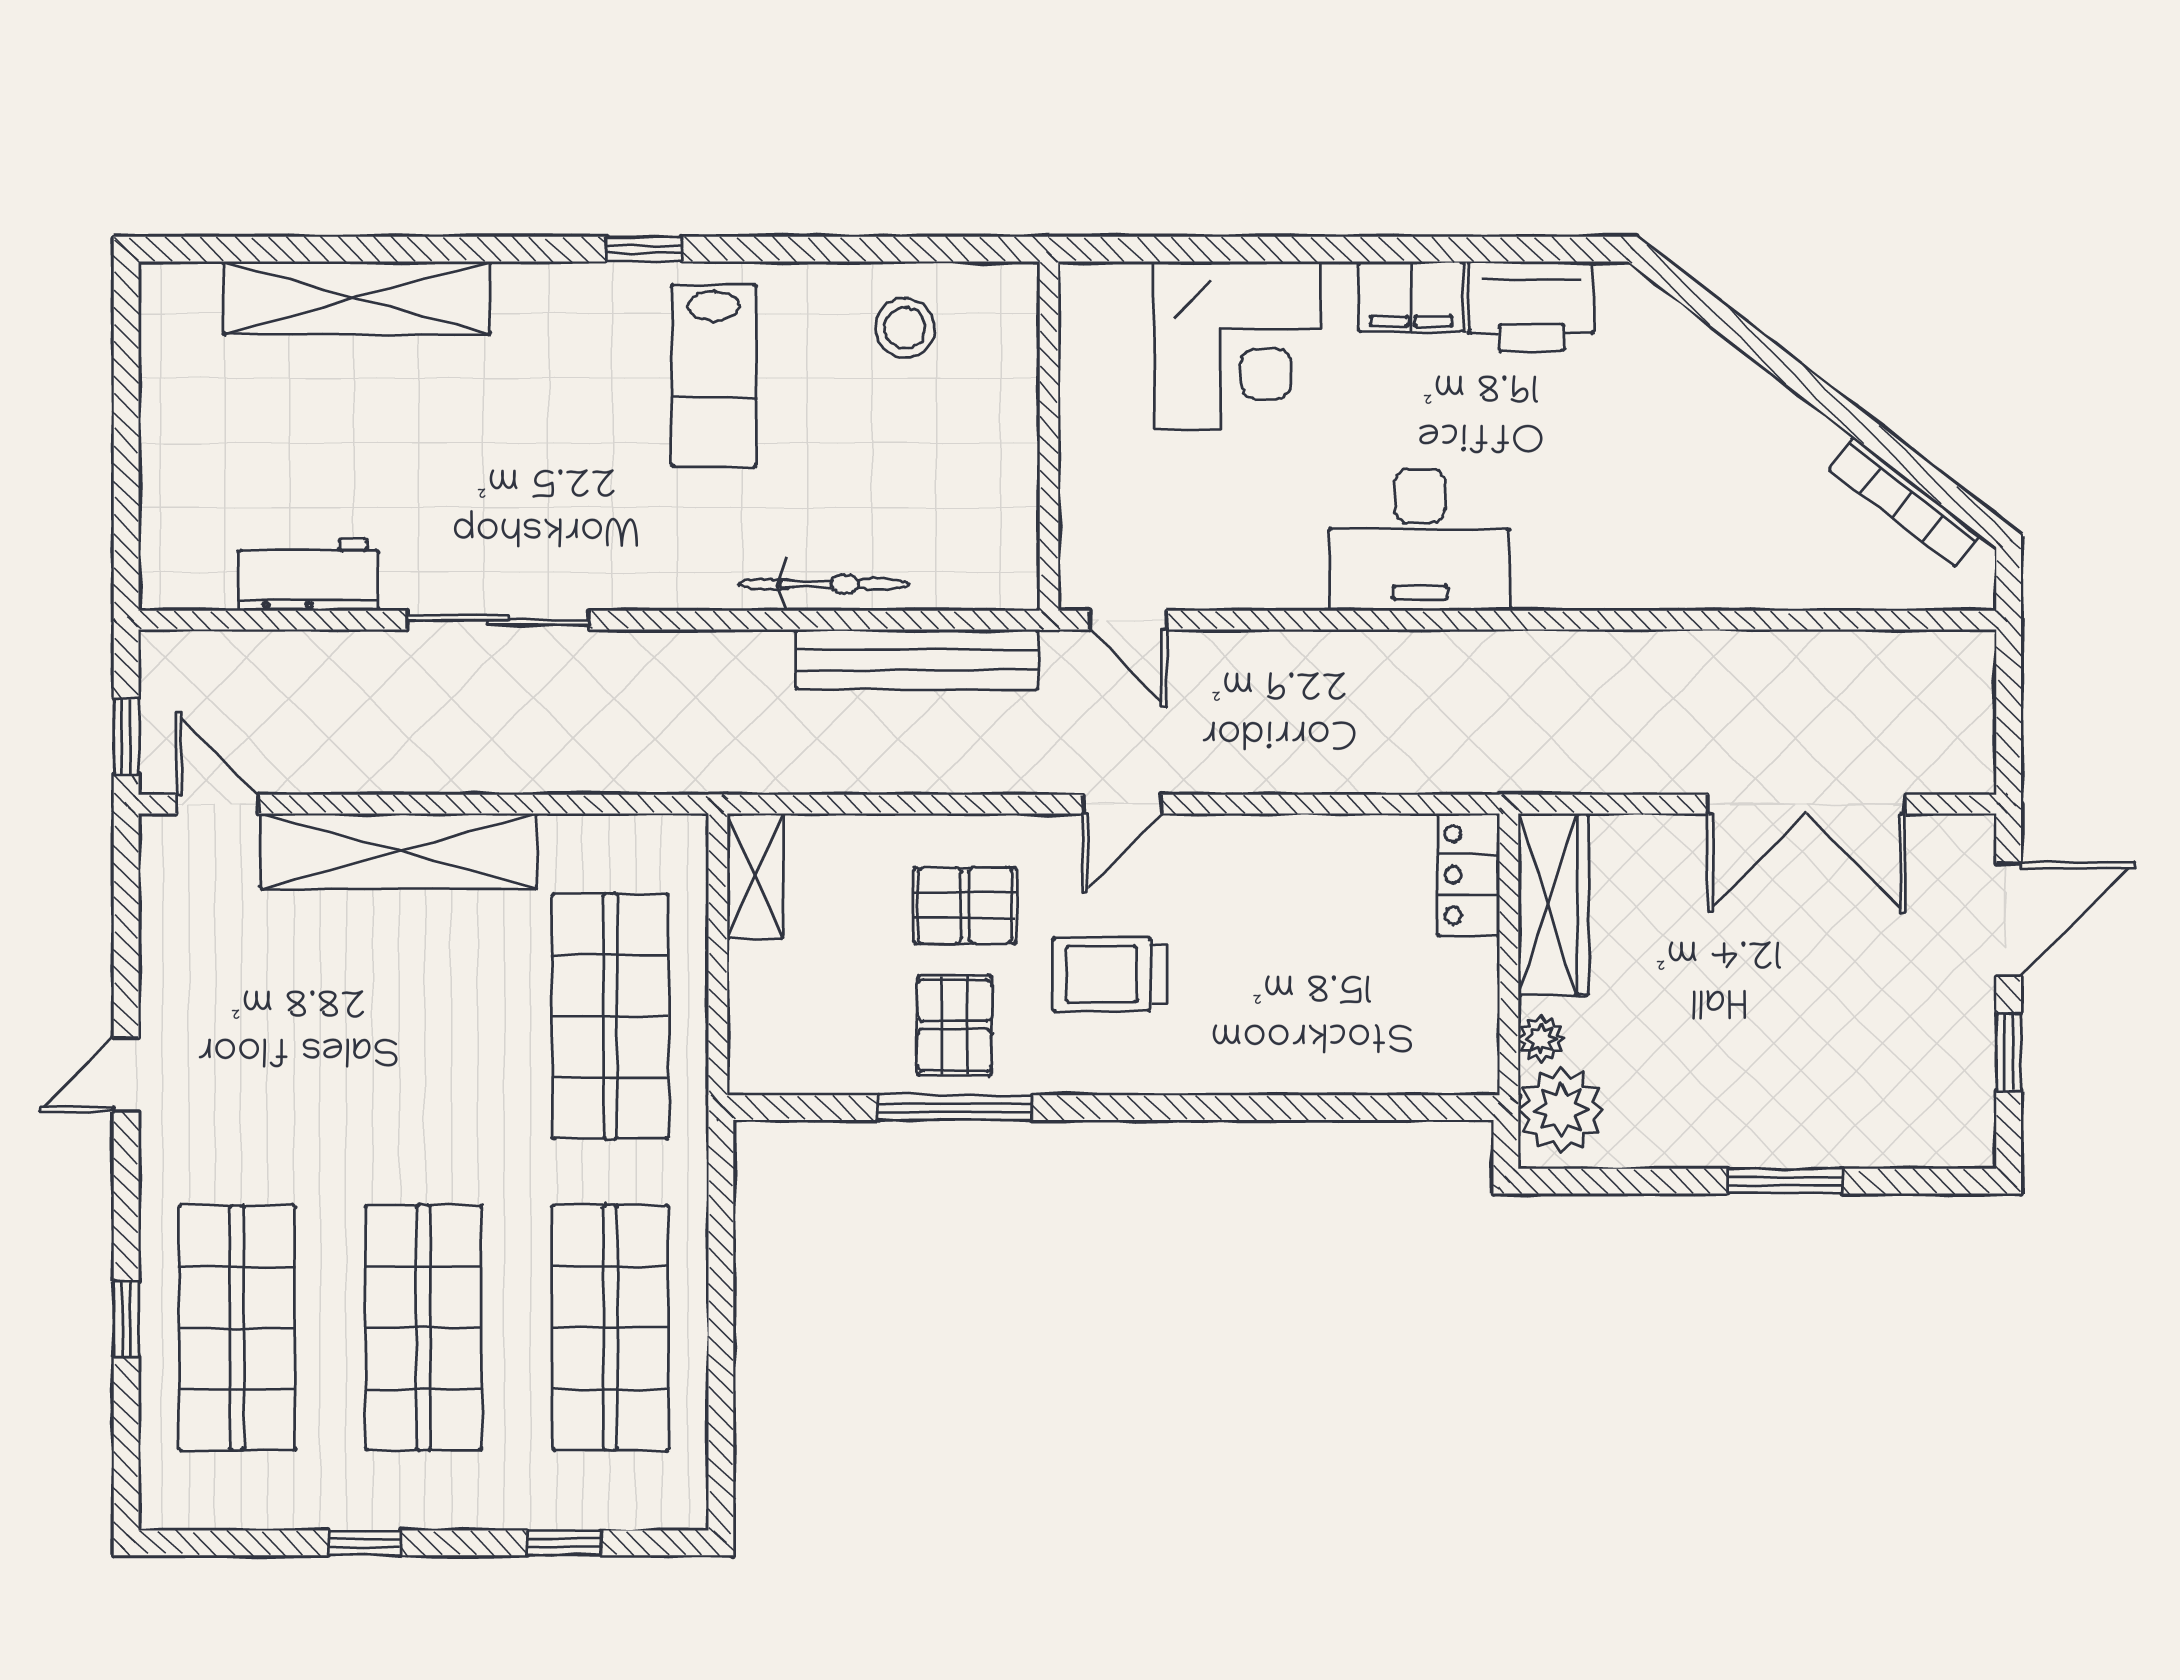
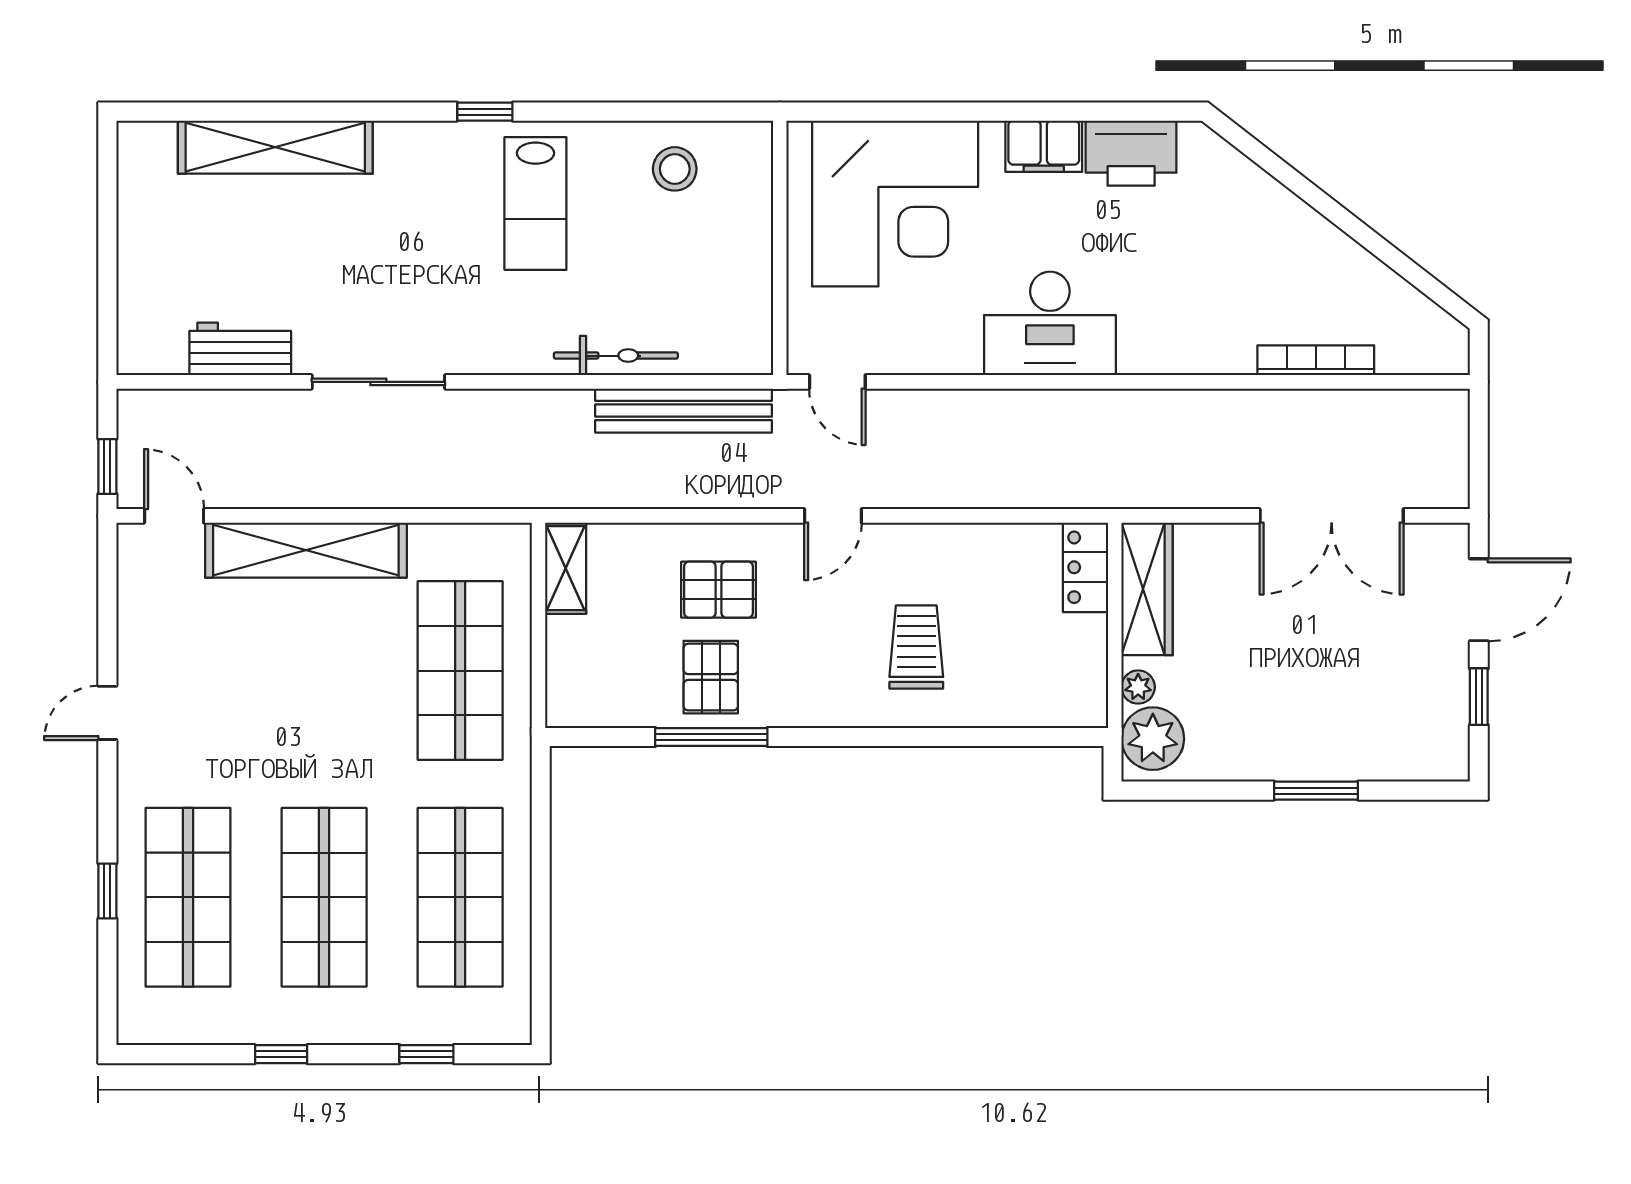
corner desk: (1238, 345) -> (895, 204), width x1.36, depth x1.36
bookcase: (1904, 502) -> (1316, 360), moved, turned 142
trolley: (1109, 974) -> (916, 647), moved, turned 90

